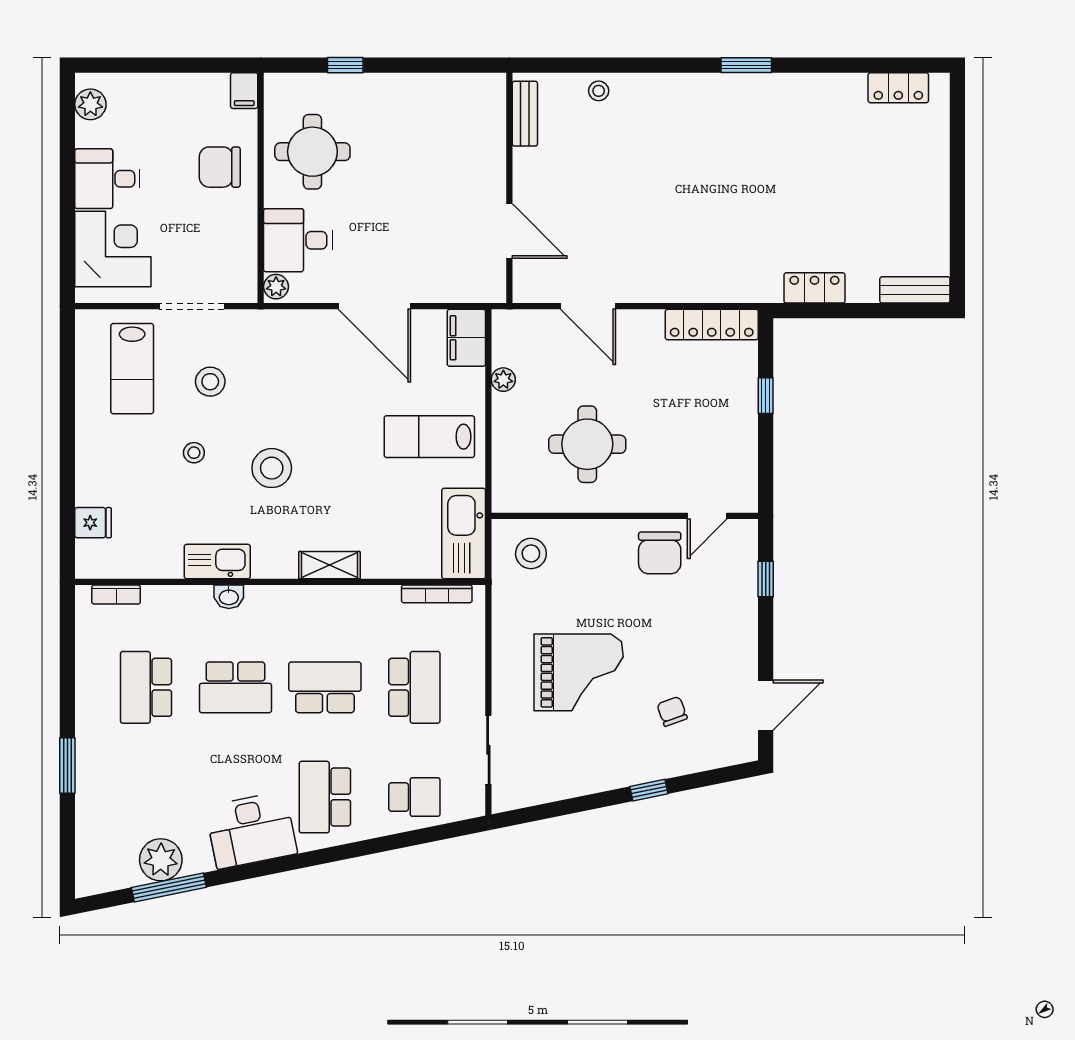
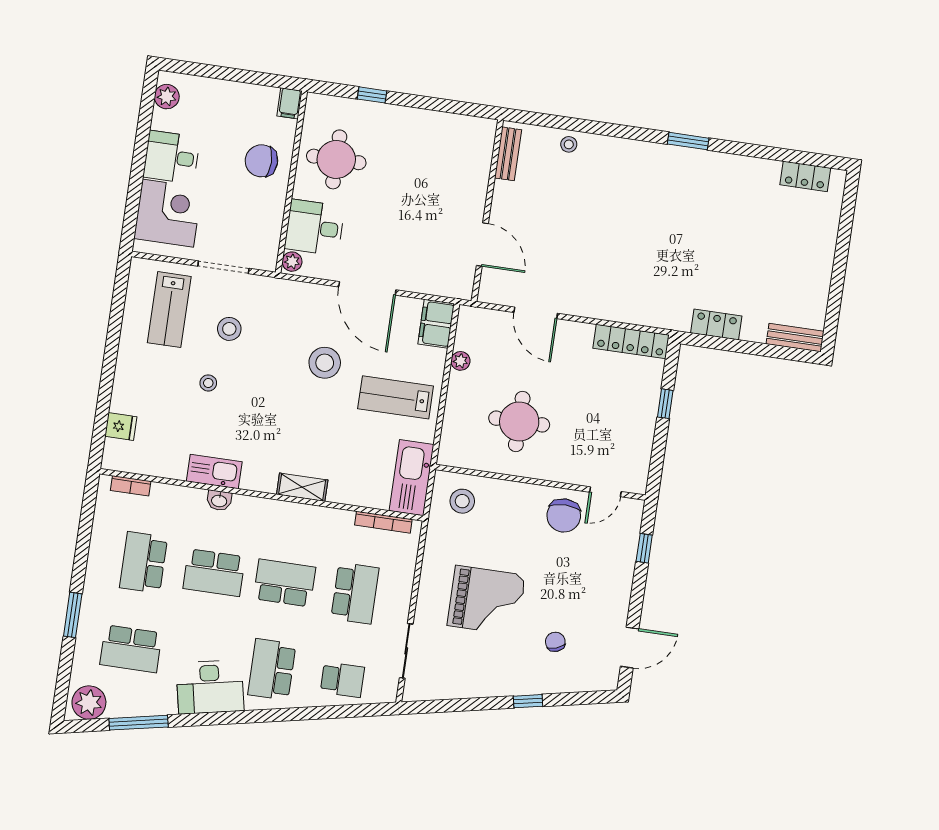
stool: (272, 468) -> (325, 363), moved
school desk: (146, 797) -> (131, 649), added
plant: (161, 860) -> (89, 703), moved

